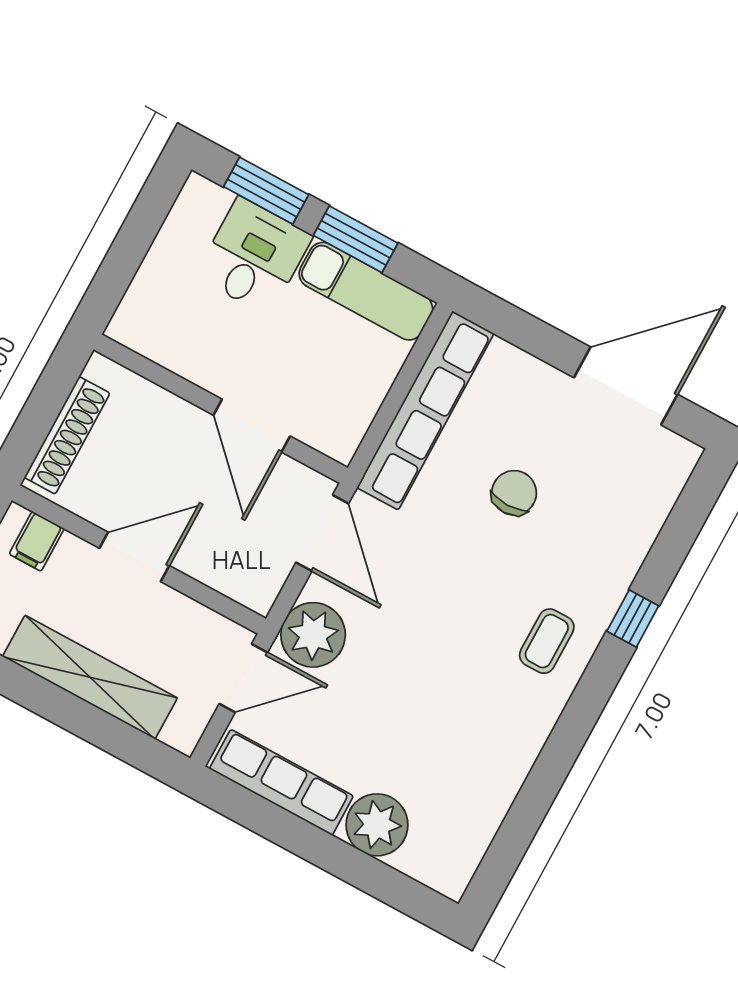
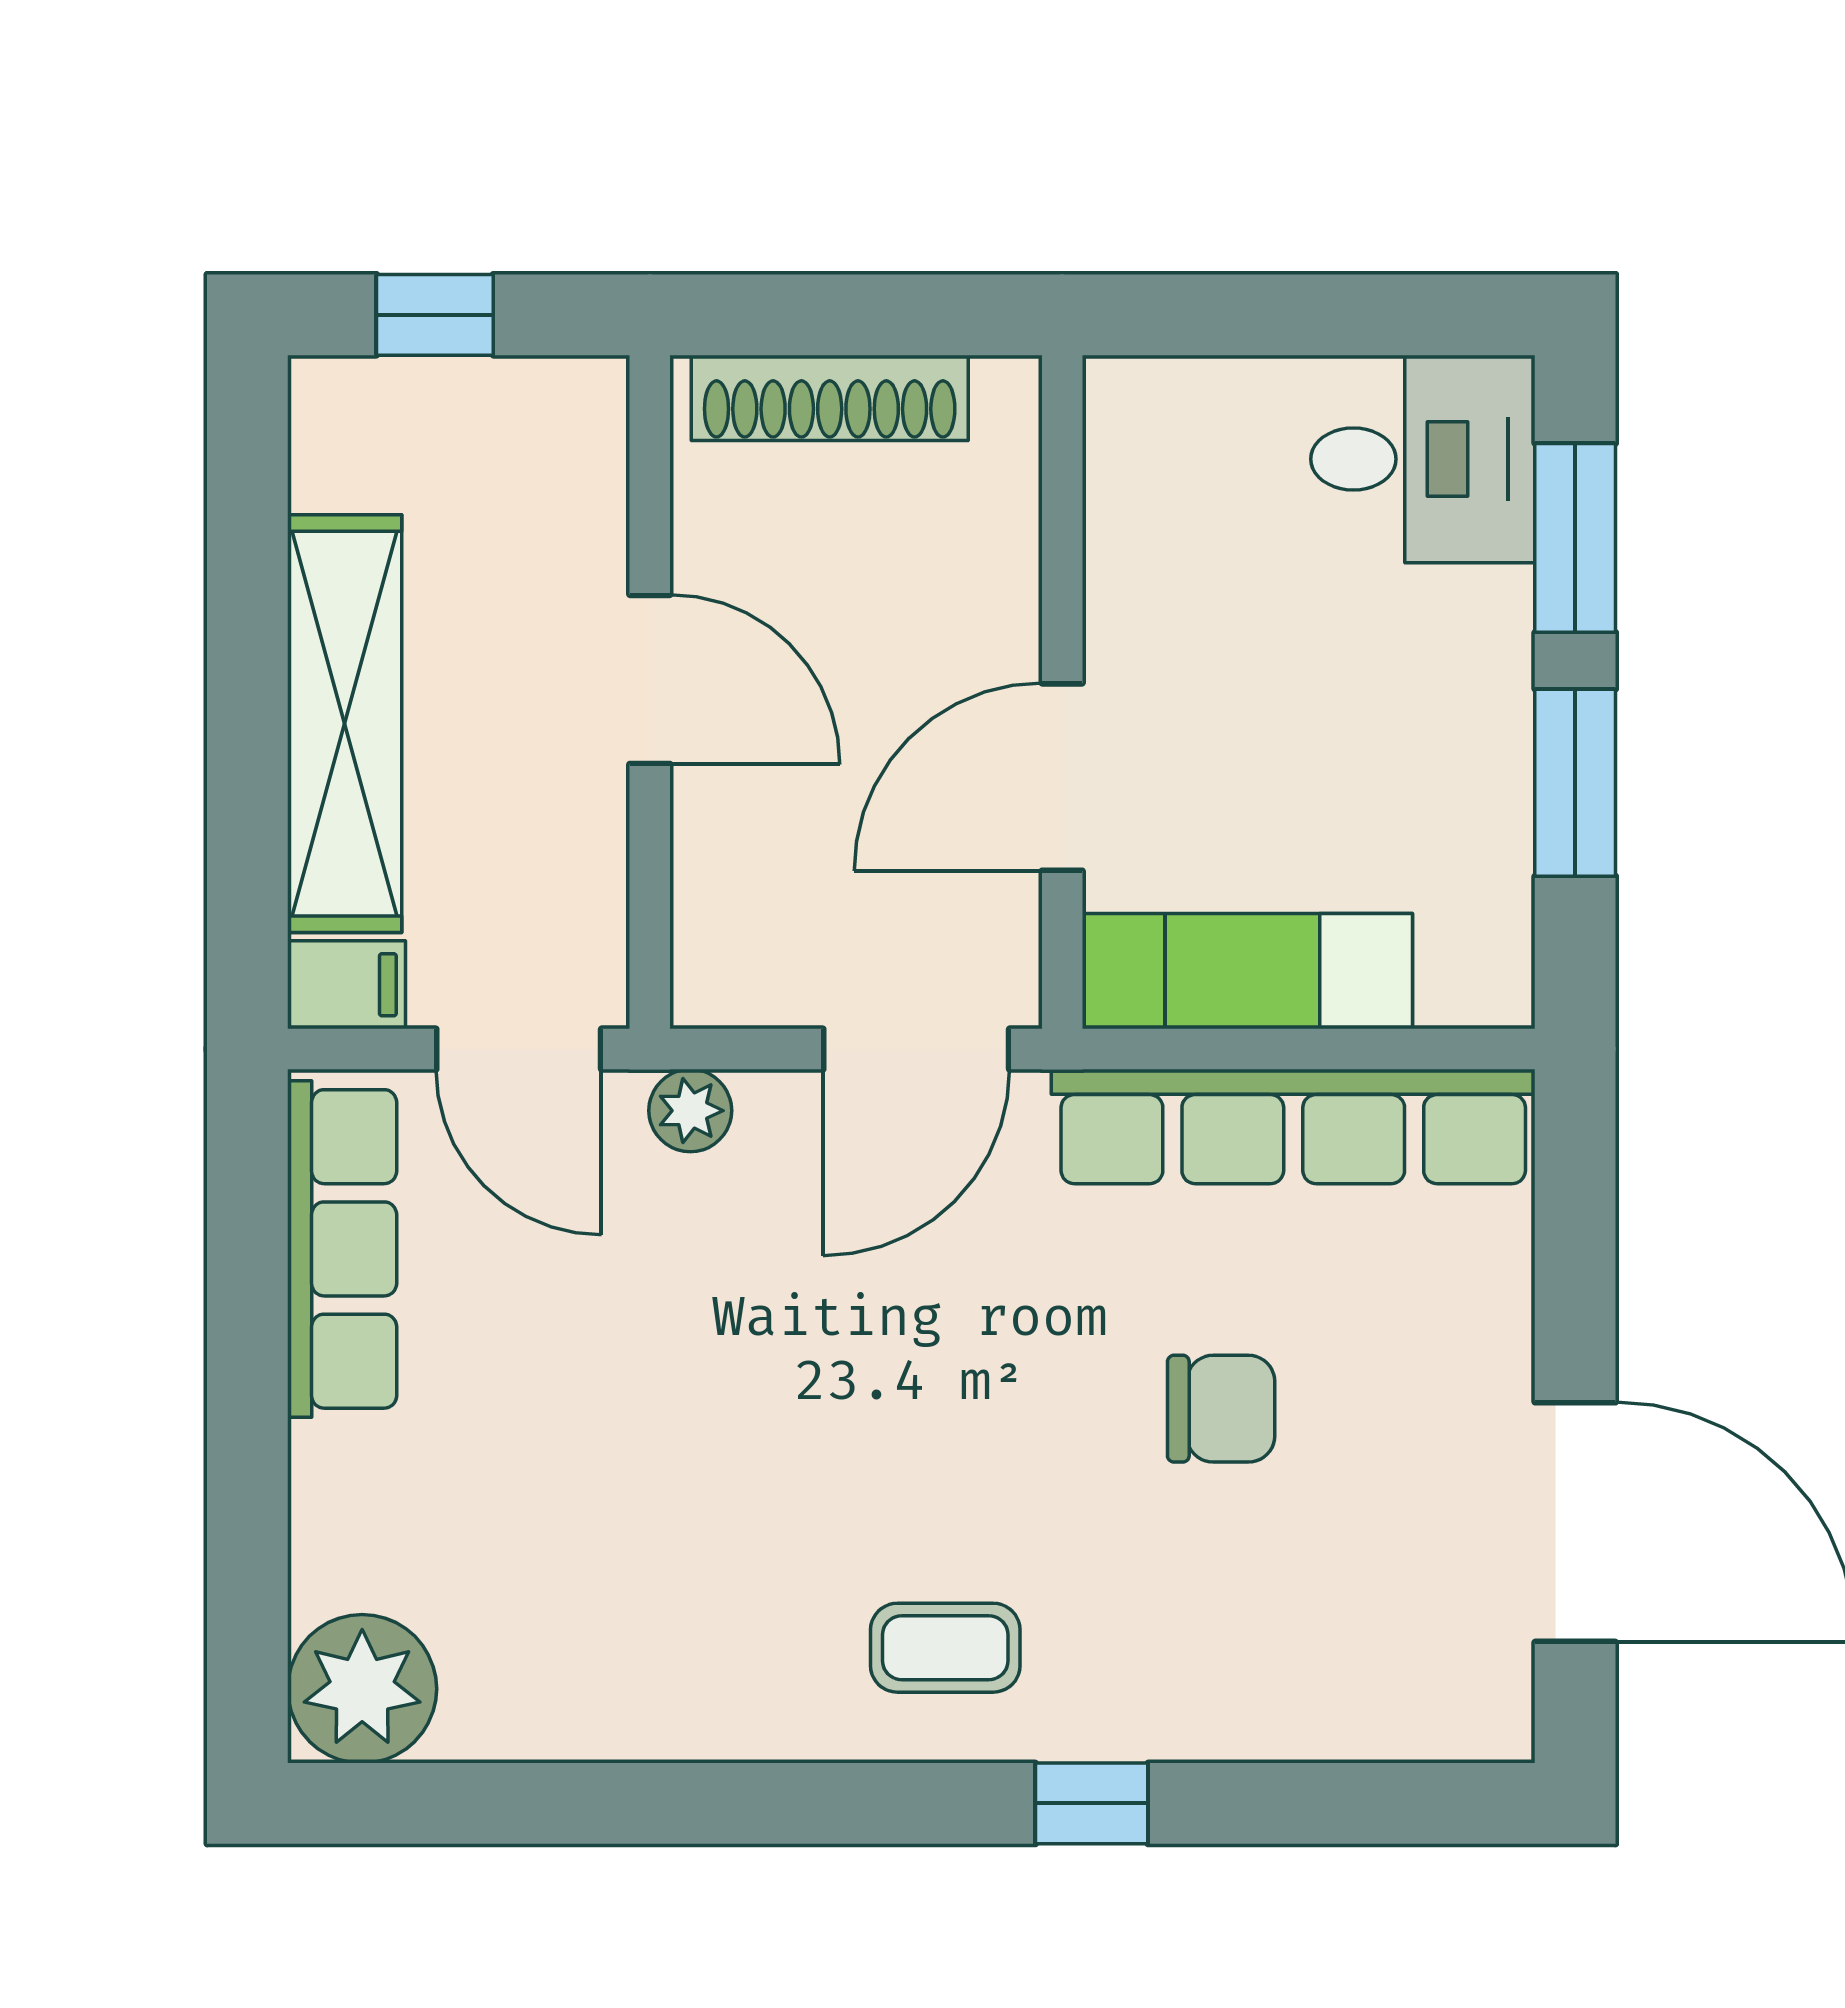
desk: (254, 256) -> (1423, 459), moved
exam couch: (366, 291) -> (1247, 971), moved, turned 90
filing cabinet: (37, 541) -> (347, 985), moved, turned 180
plant: (313, 635) -> (690, 1111), width x0.53, depth x0.53
plant: (377, 825) -> (362, 1689), moved

